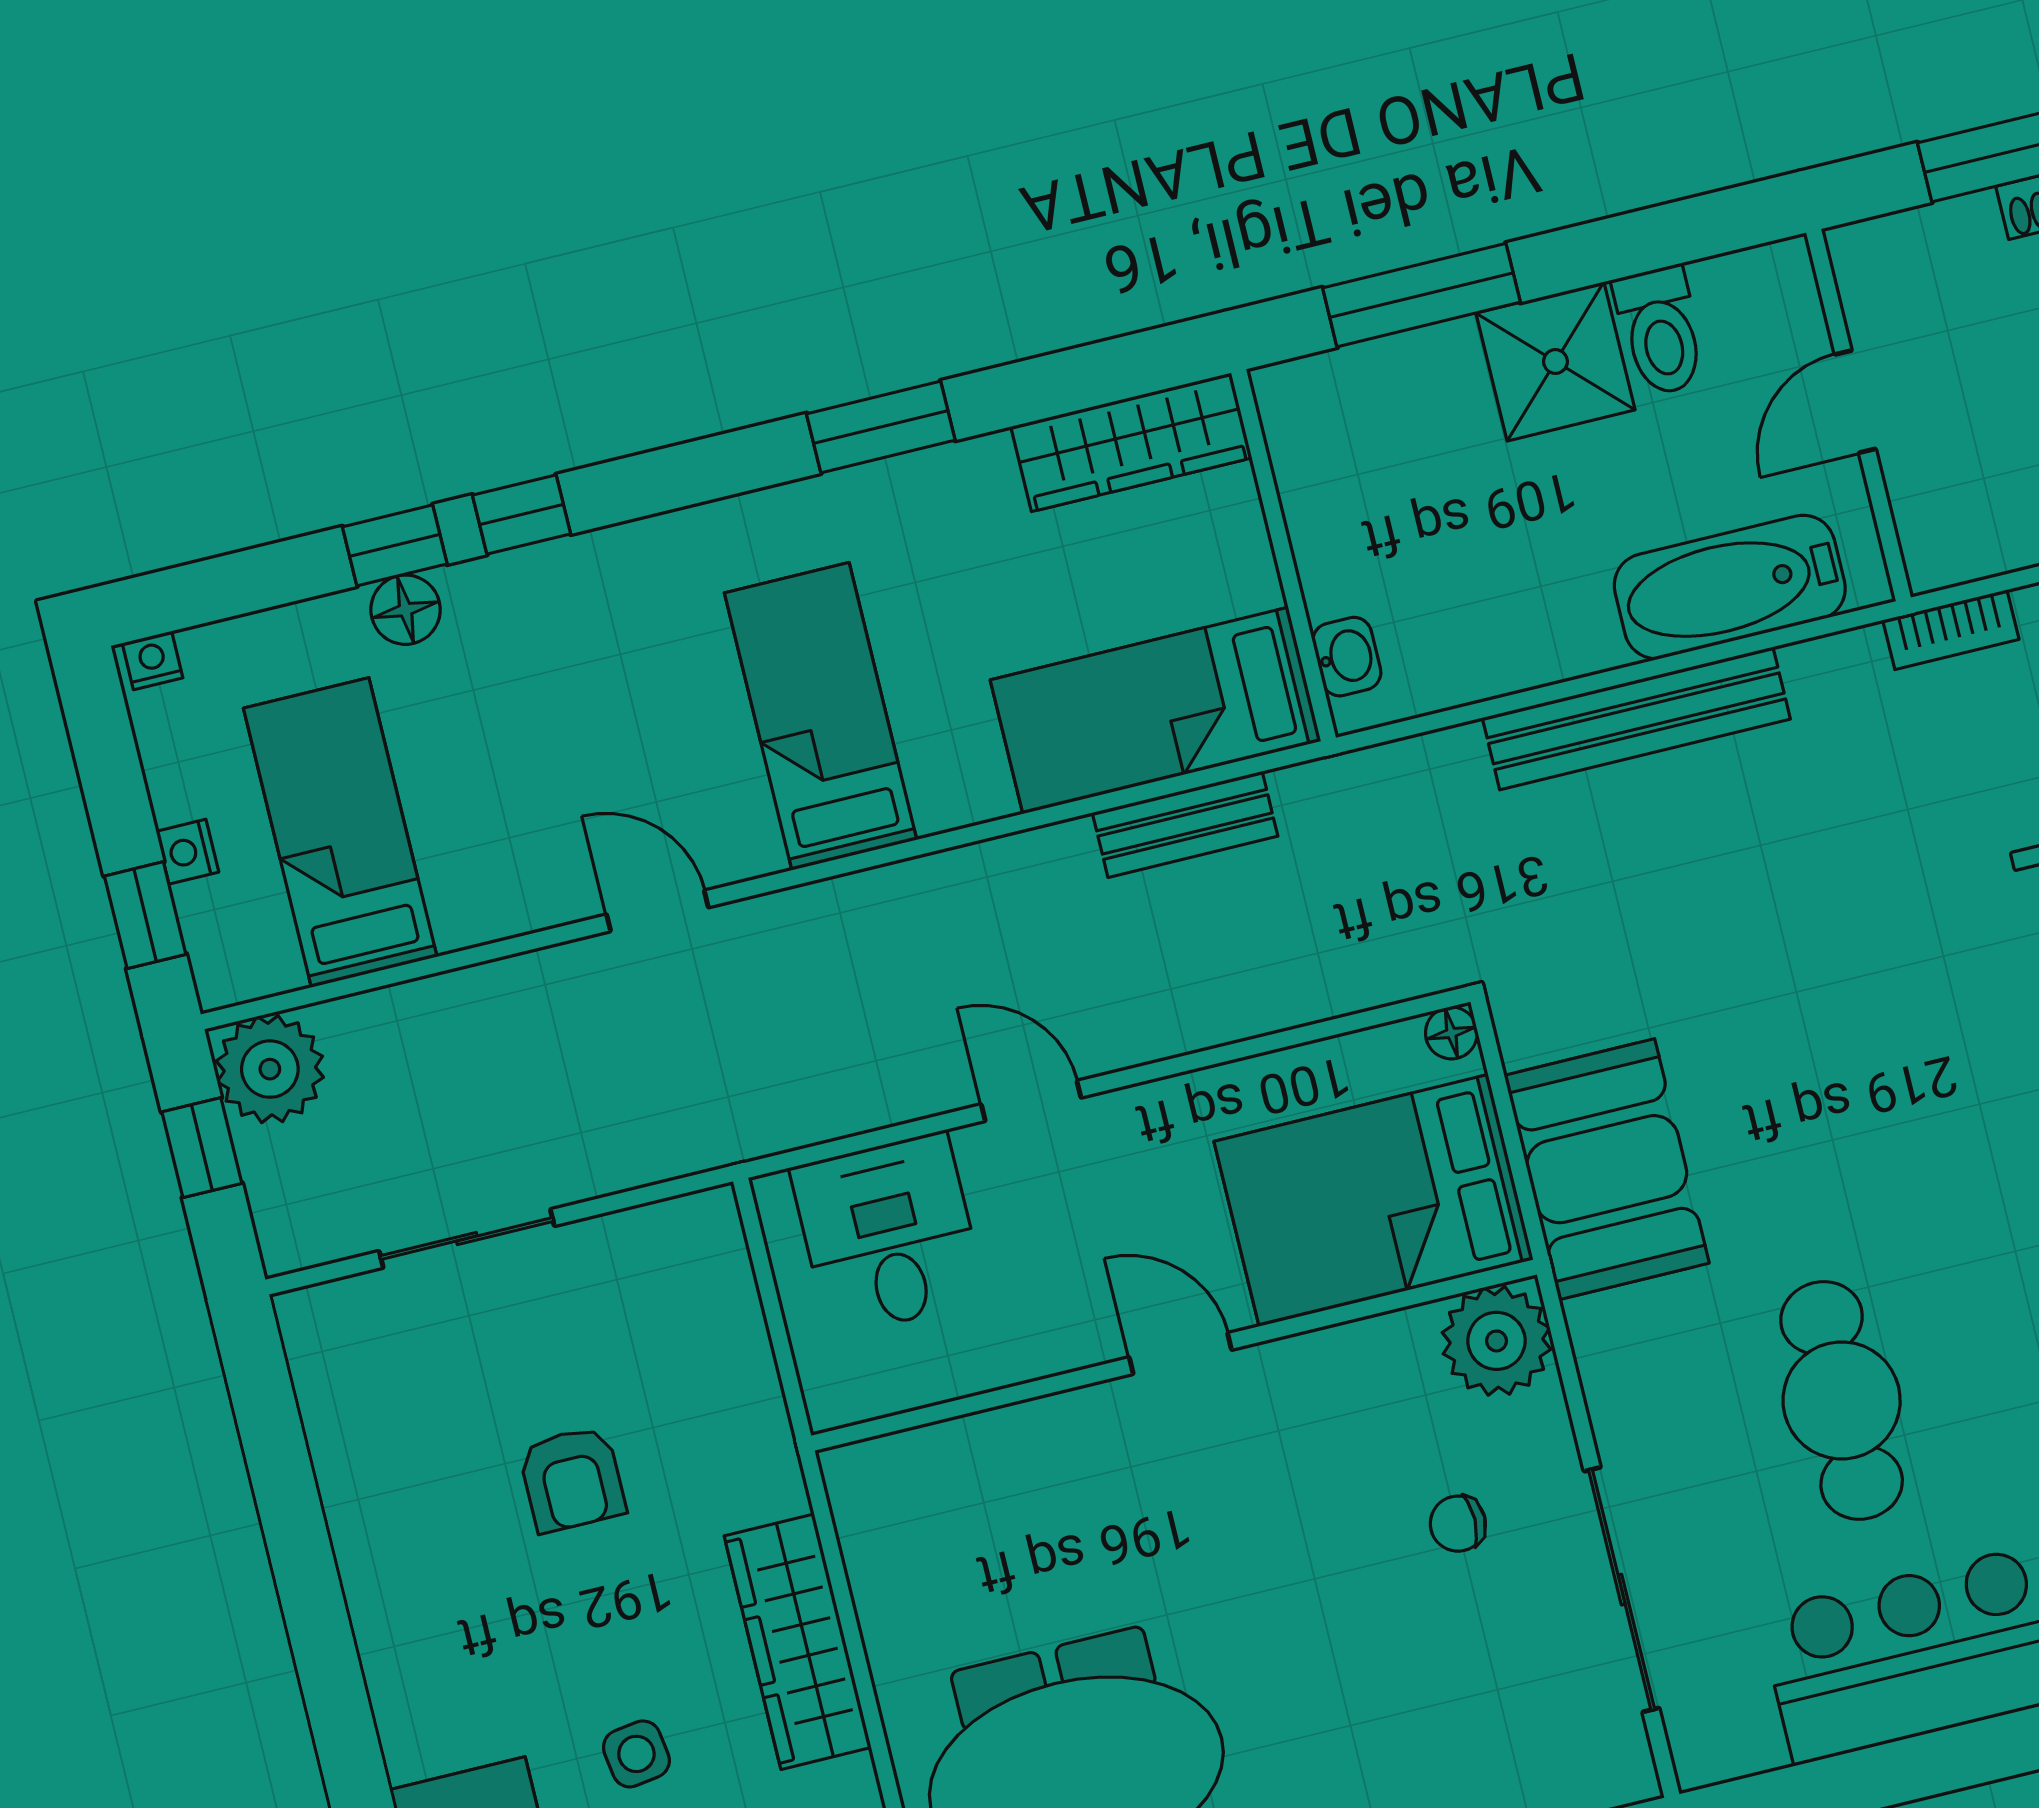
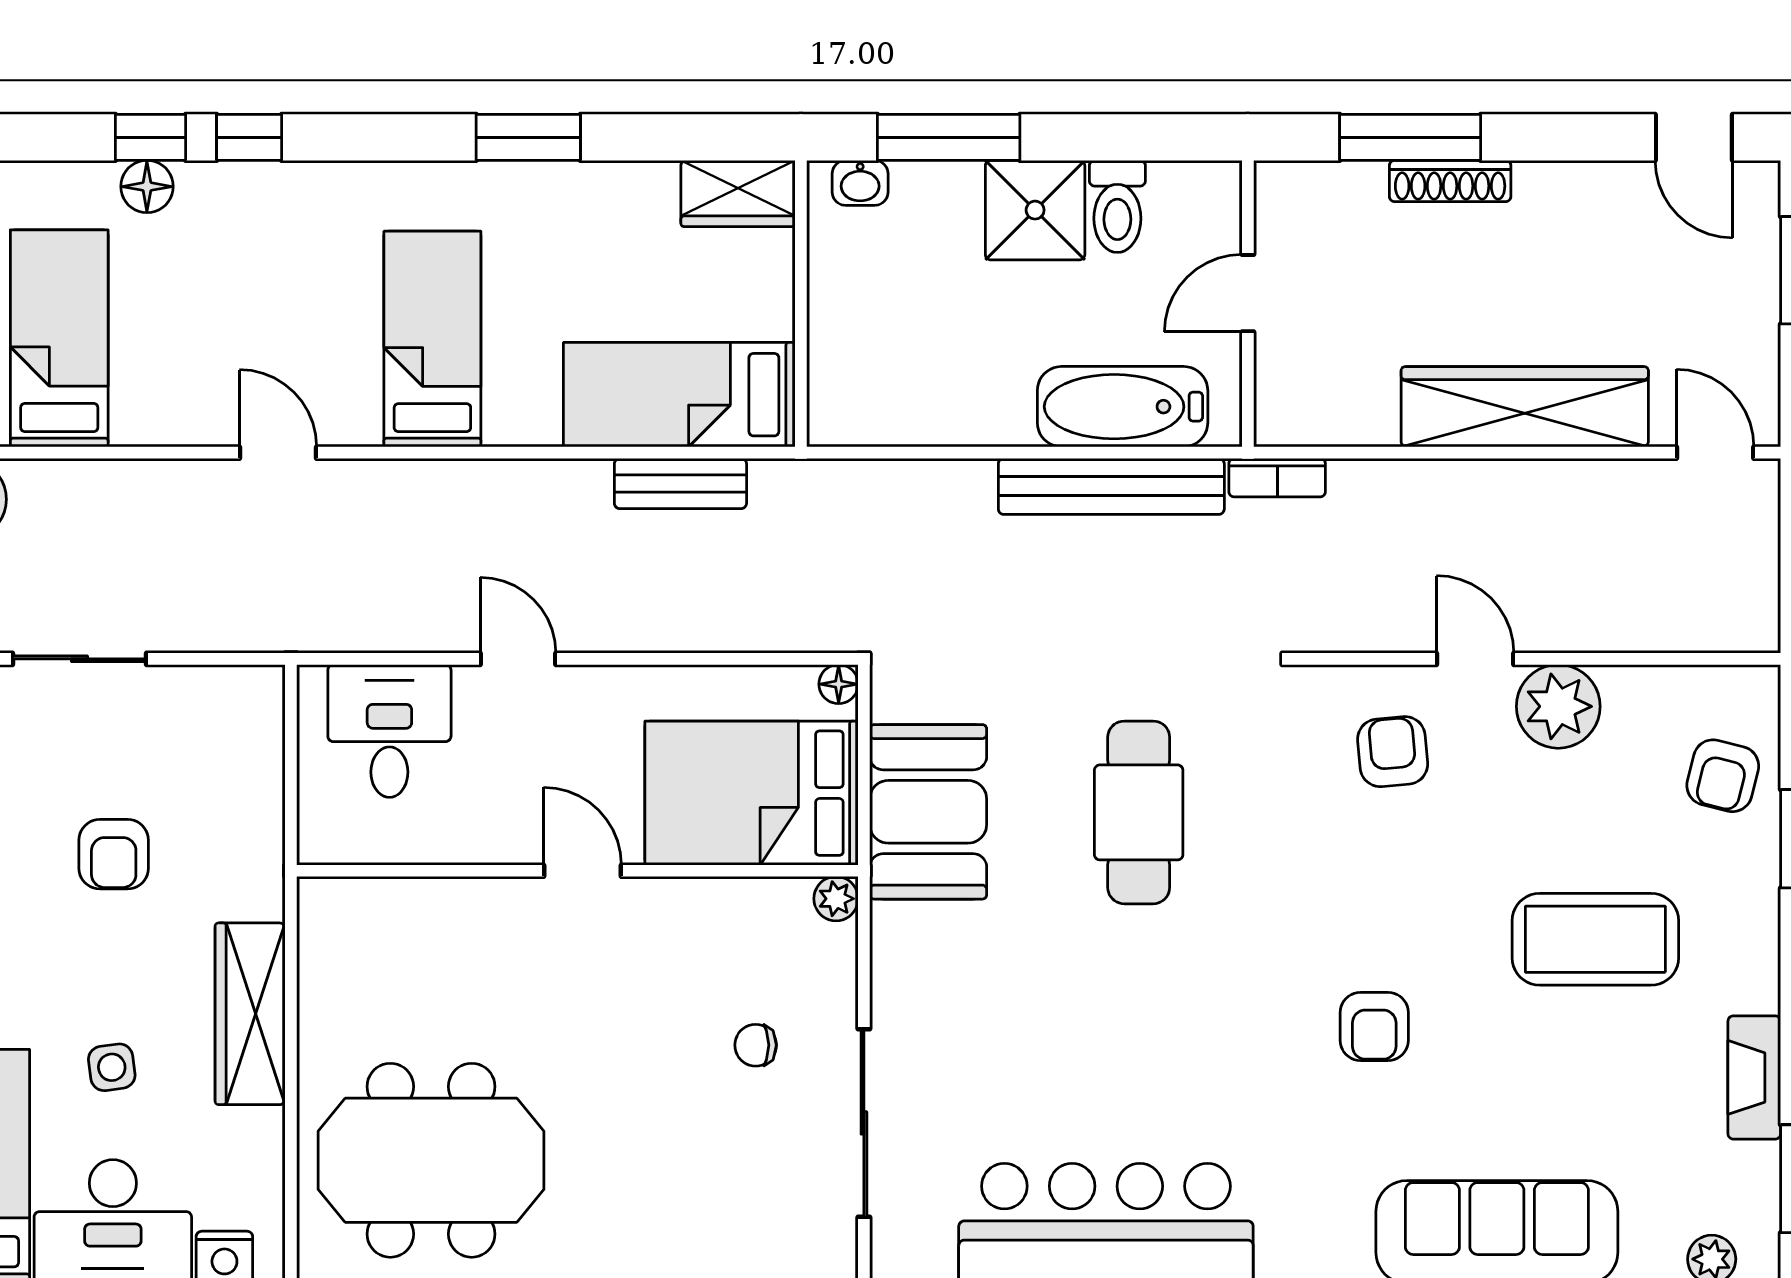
wardrobe: (1131, 442) -> (738, 193), width x0.67
washbasin: (1347, 657) -> (860, 183), moved, turned 90
bench: (1636, 718) -> (1111, 486), moved
plant: (1496, 1341) -> (836, 899), width x0.53, depth x0.53
cafe table: (1842, 1400) -> (1139, 812), moved

